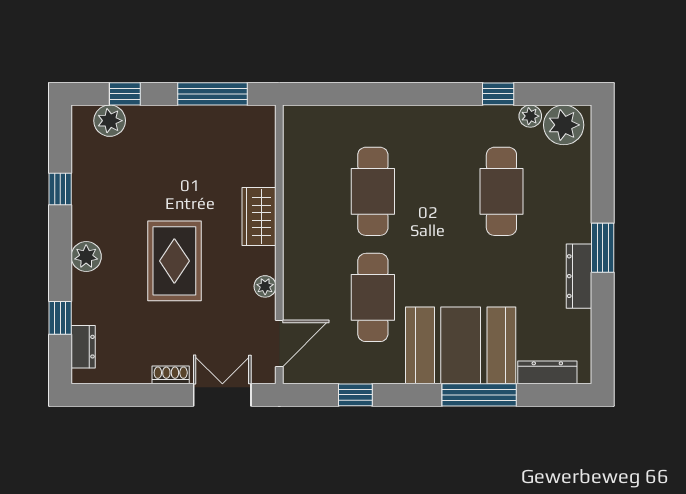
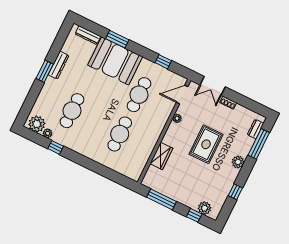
wardrobe: (259, 217) -> (161, 156), moved
window: (60, 318) -> (259, 144), width x2.17
window: (479, 395) -> (117, 39), width x0.69

